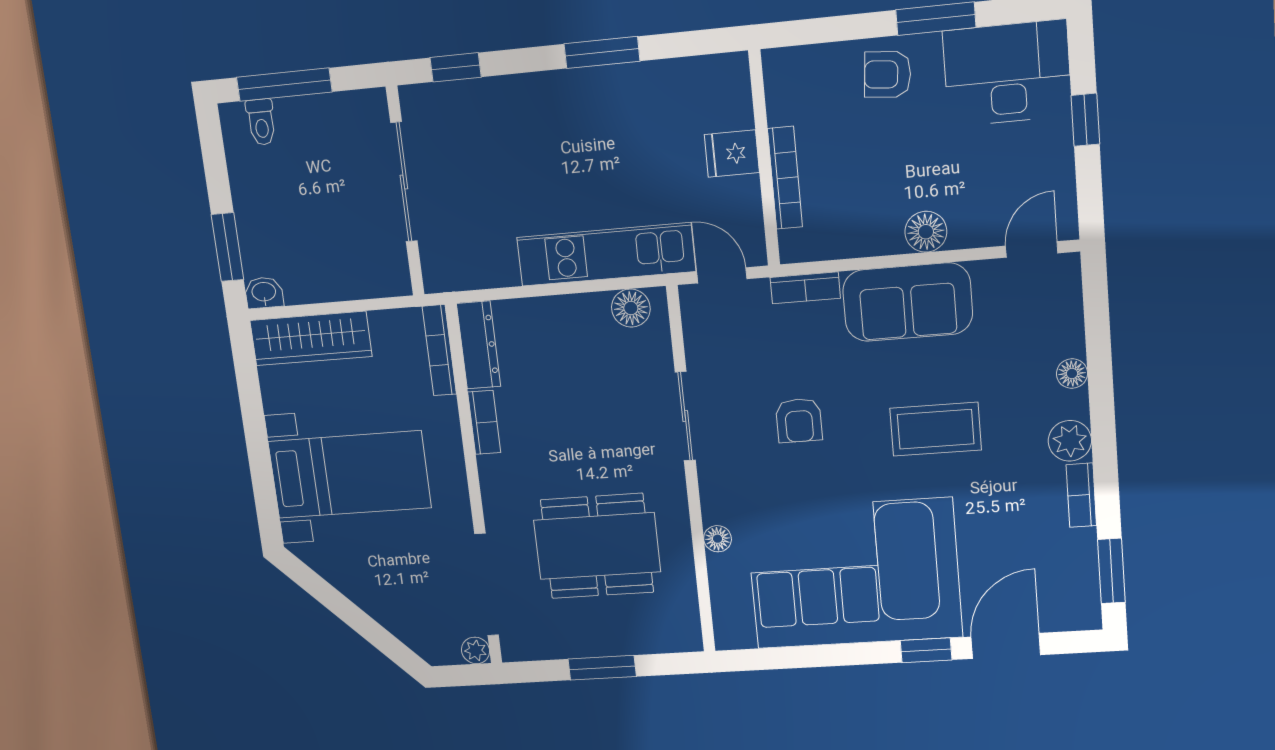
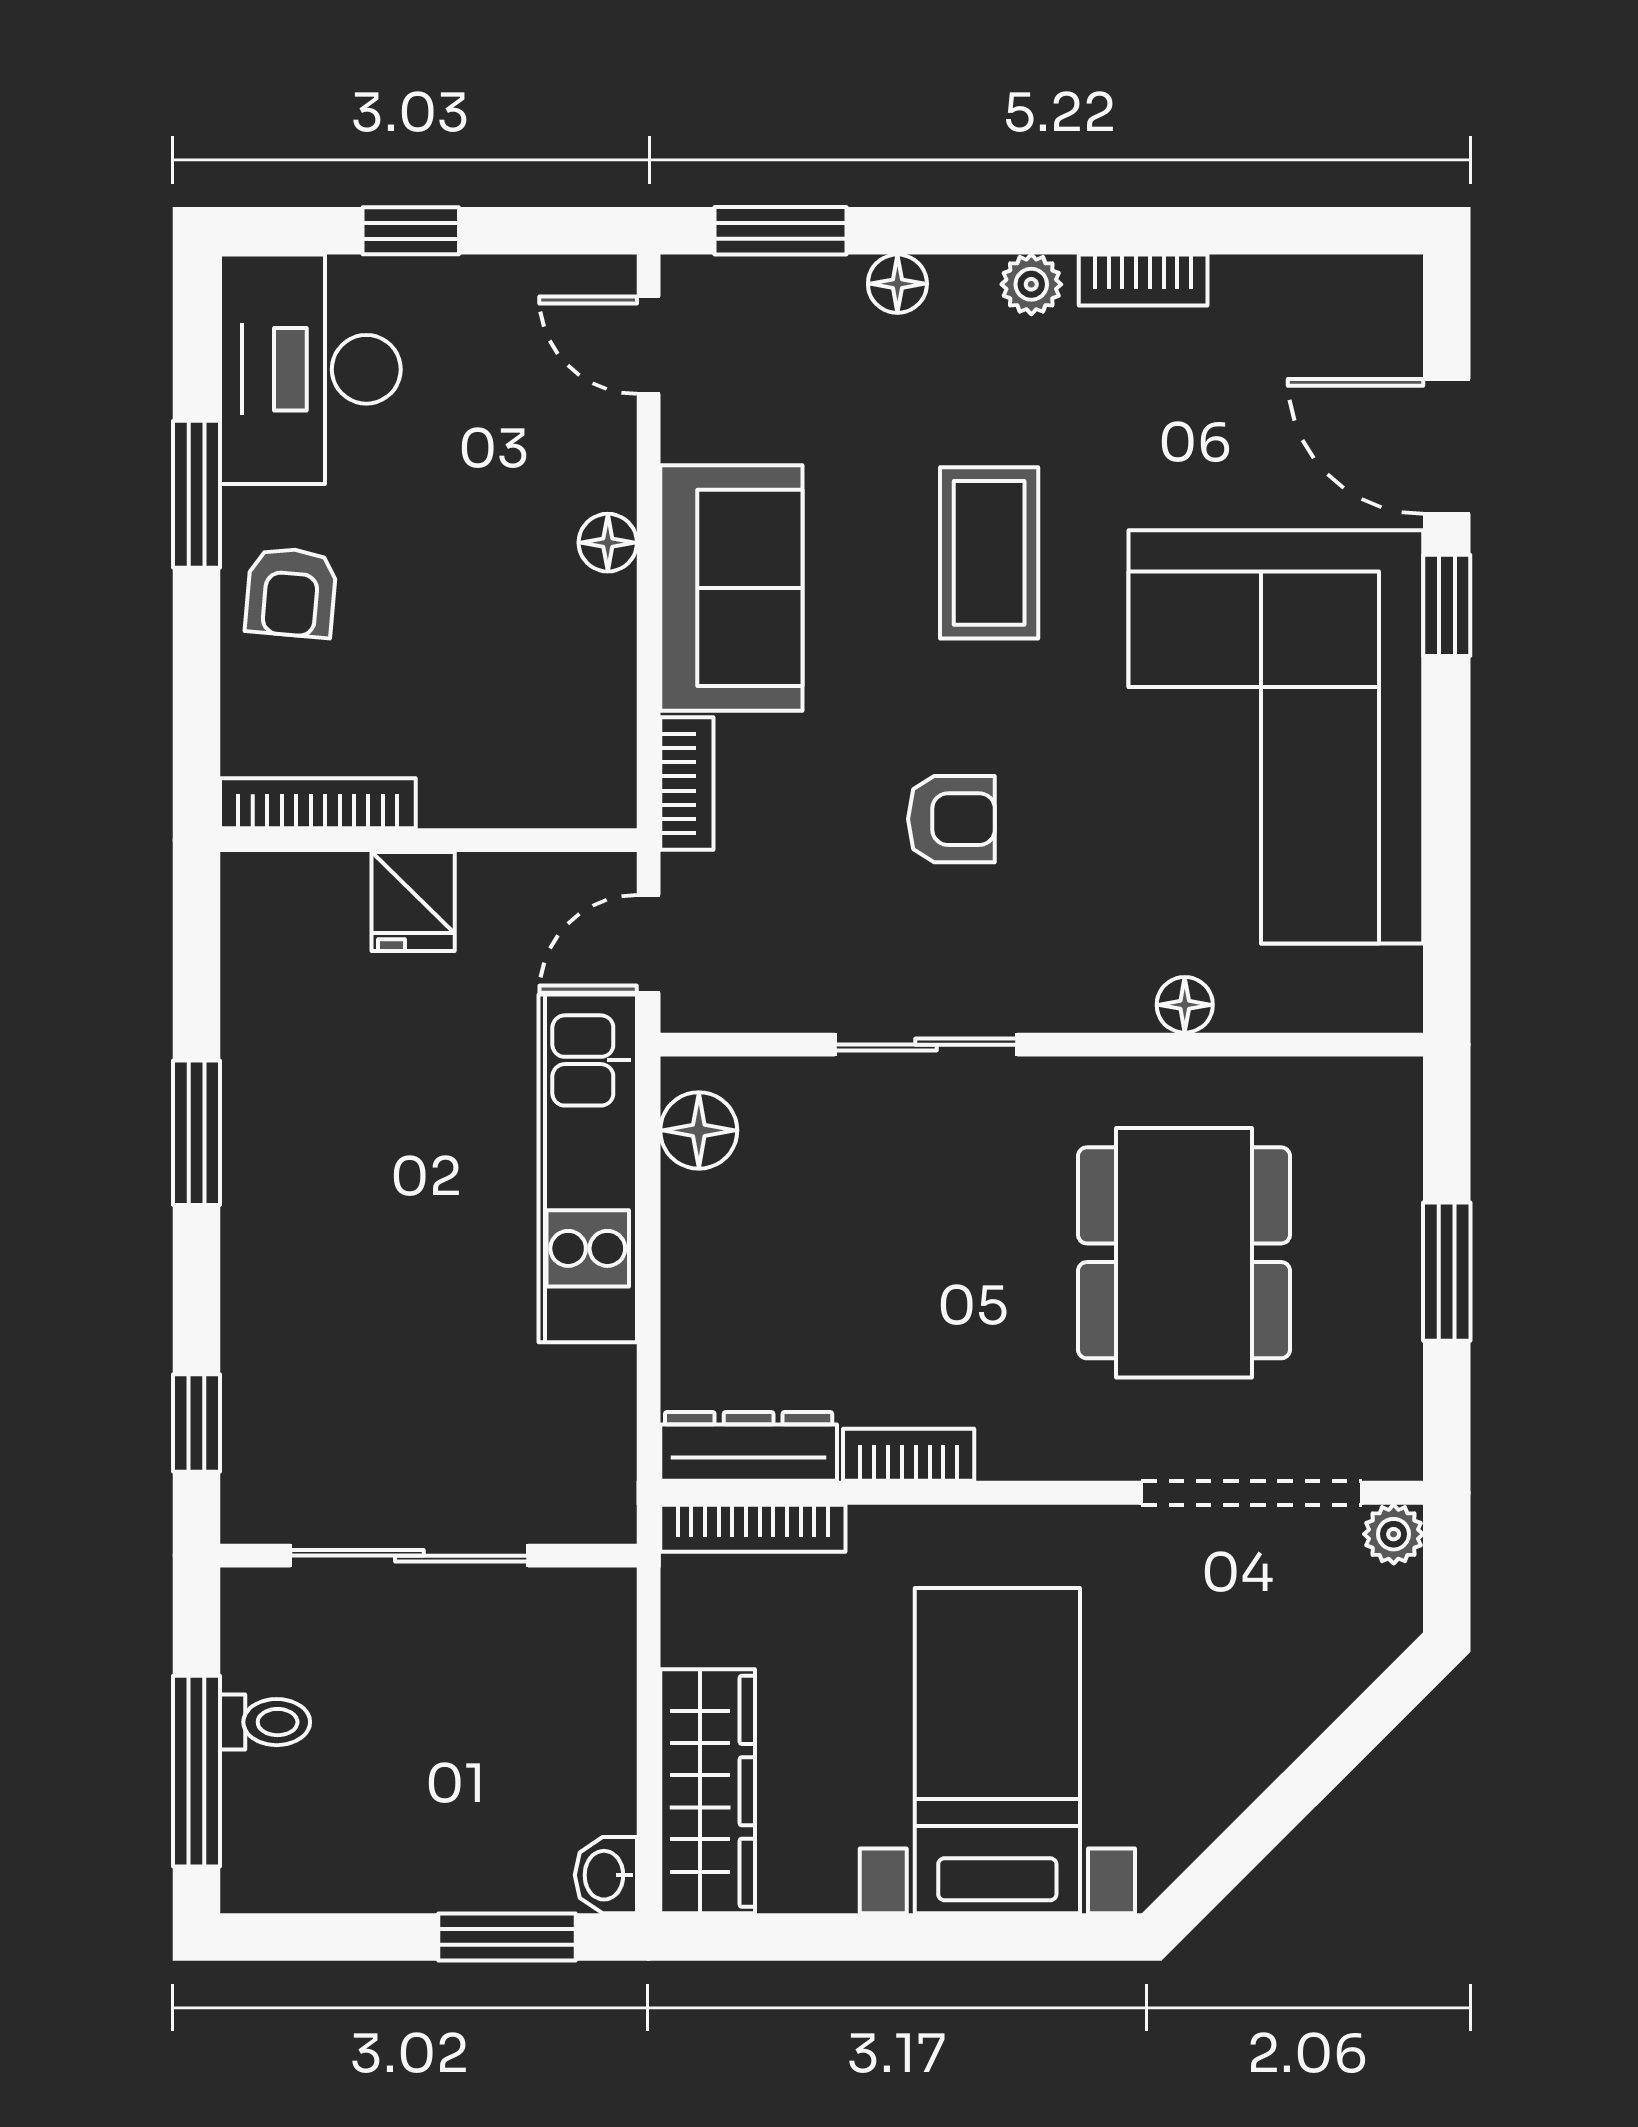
toilet: (261, 122) -> (265, 1722), moved
bookcase: (785, 178) -> (318, 803), moved
floor lamp: (926, 232) -> (608, 543), width x0.73, depth x0.73
plant: (1070, 441) -> (1031, 284), width x0.73, depth x0.73
window: (1111, 571) -> (781, 231), moved

